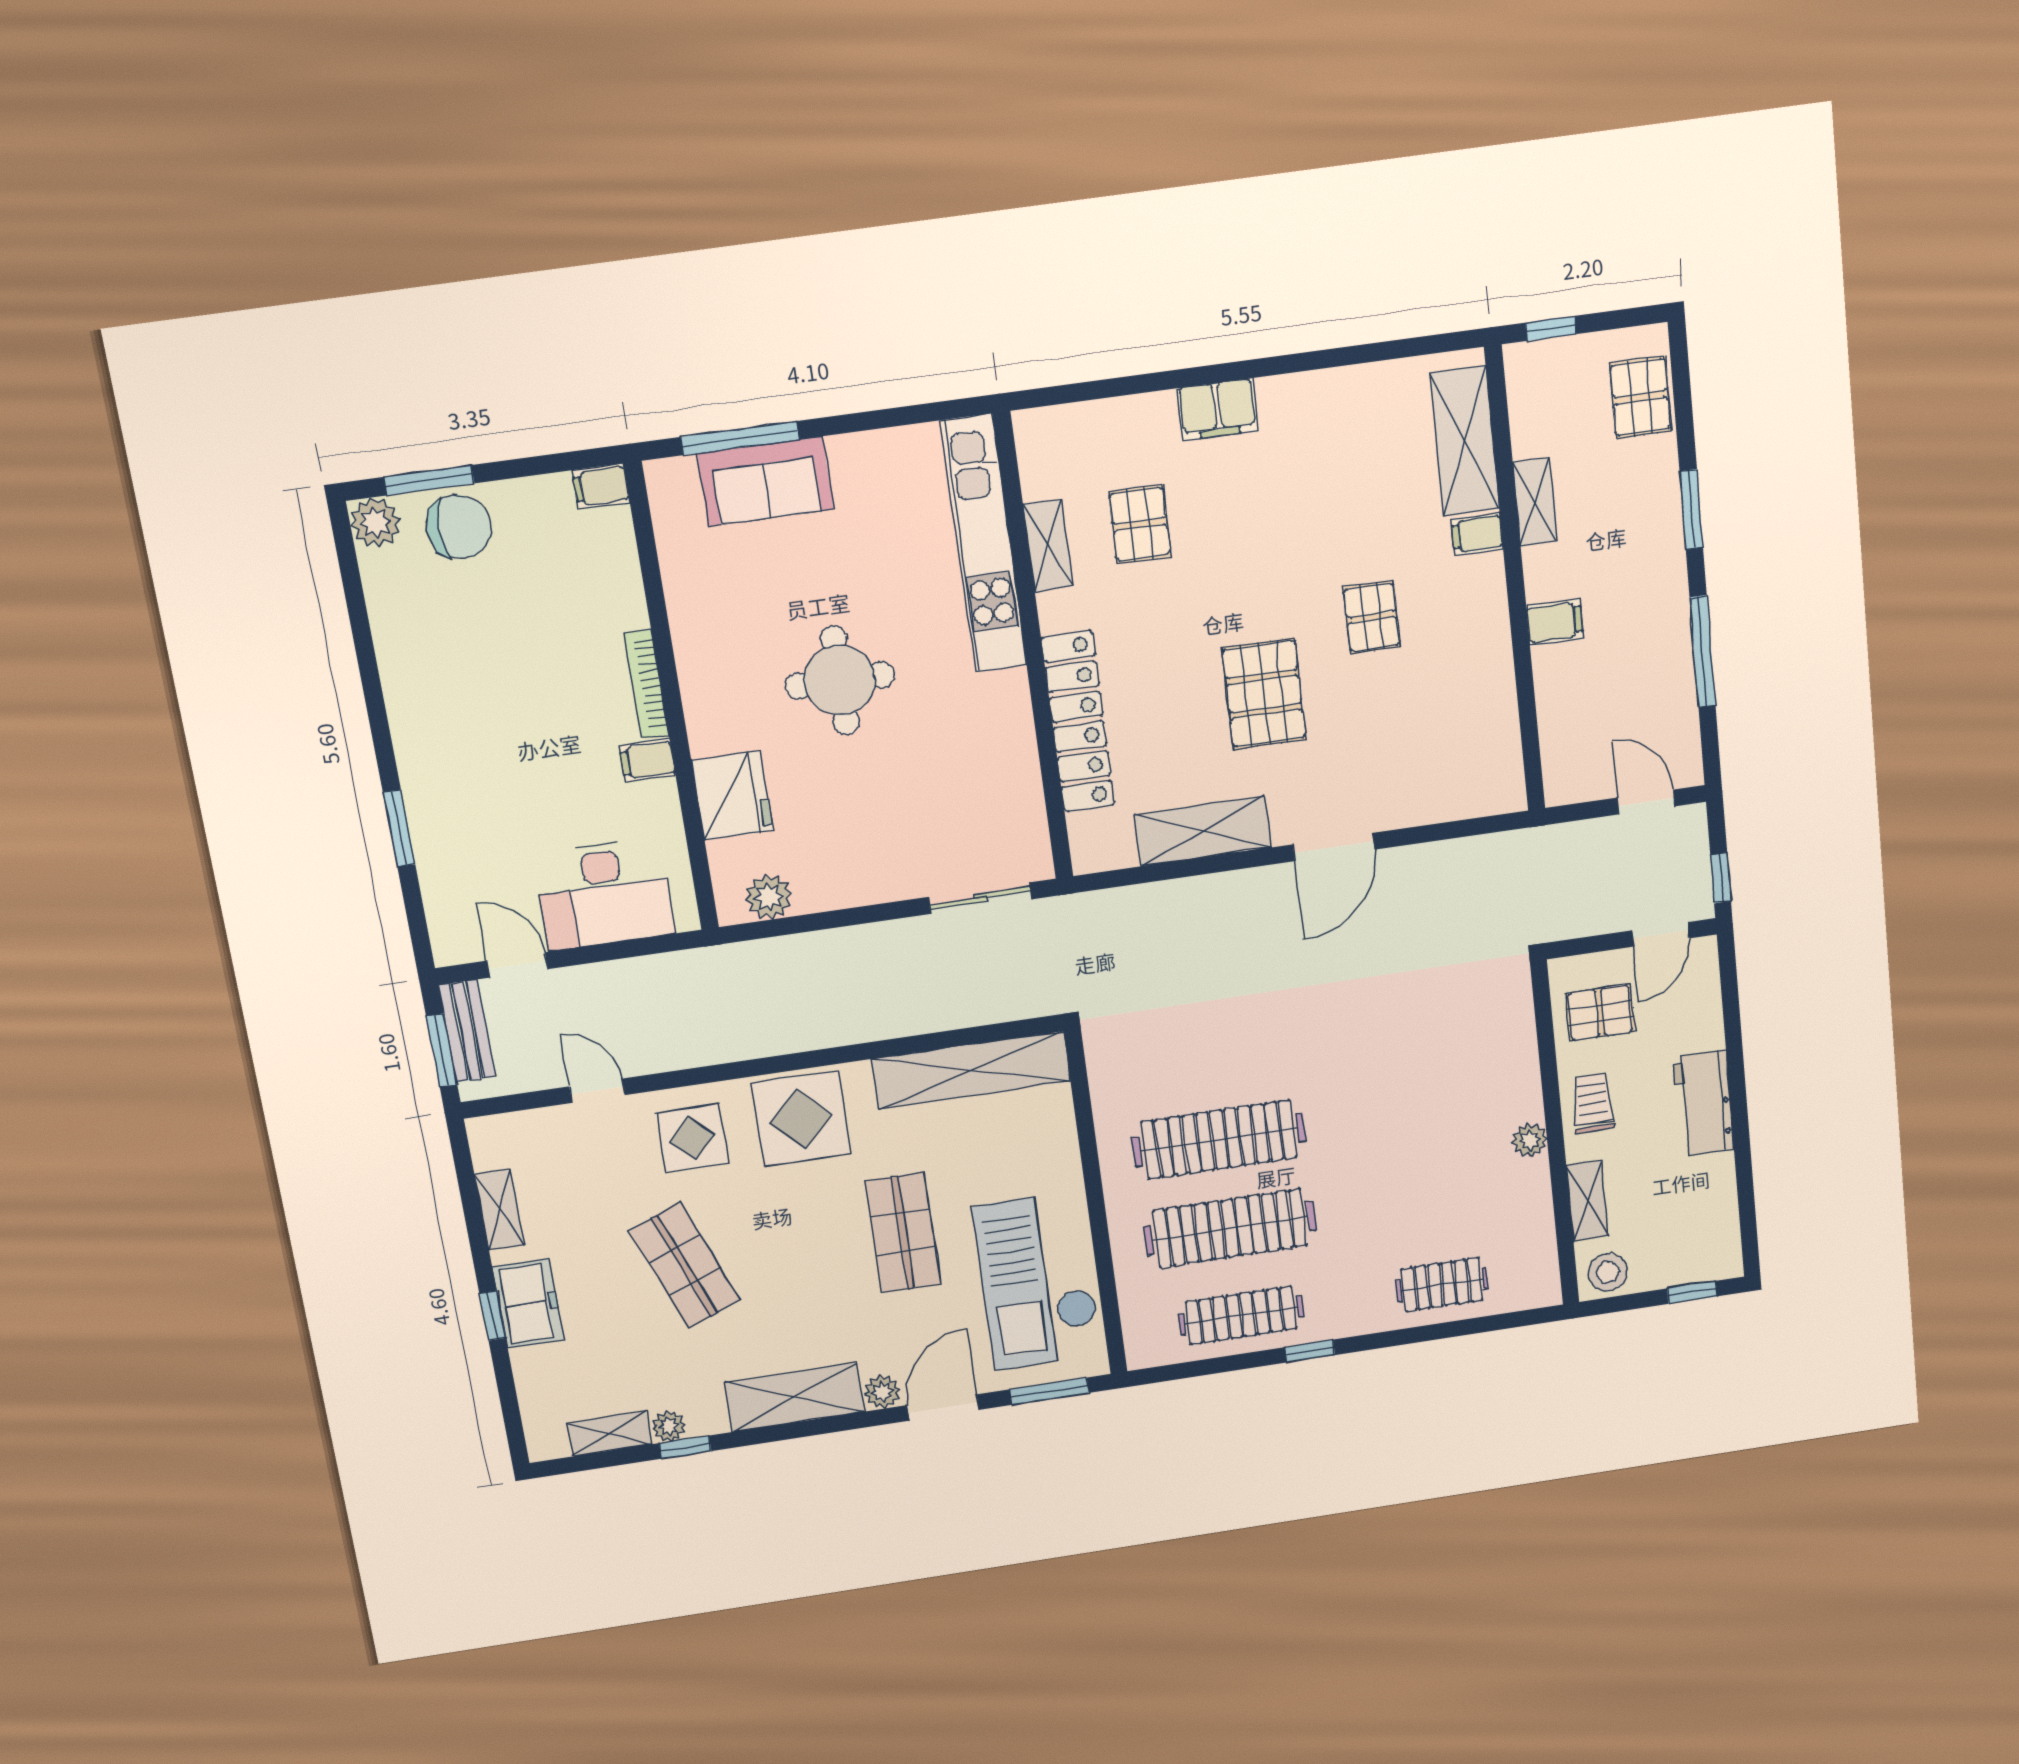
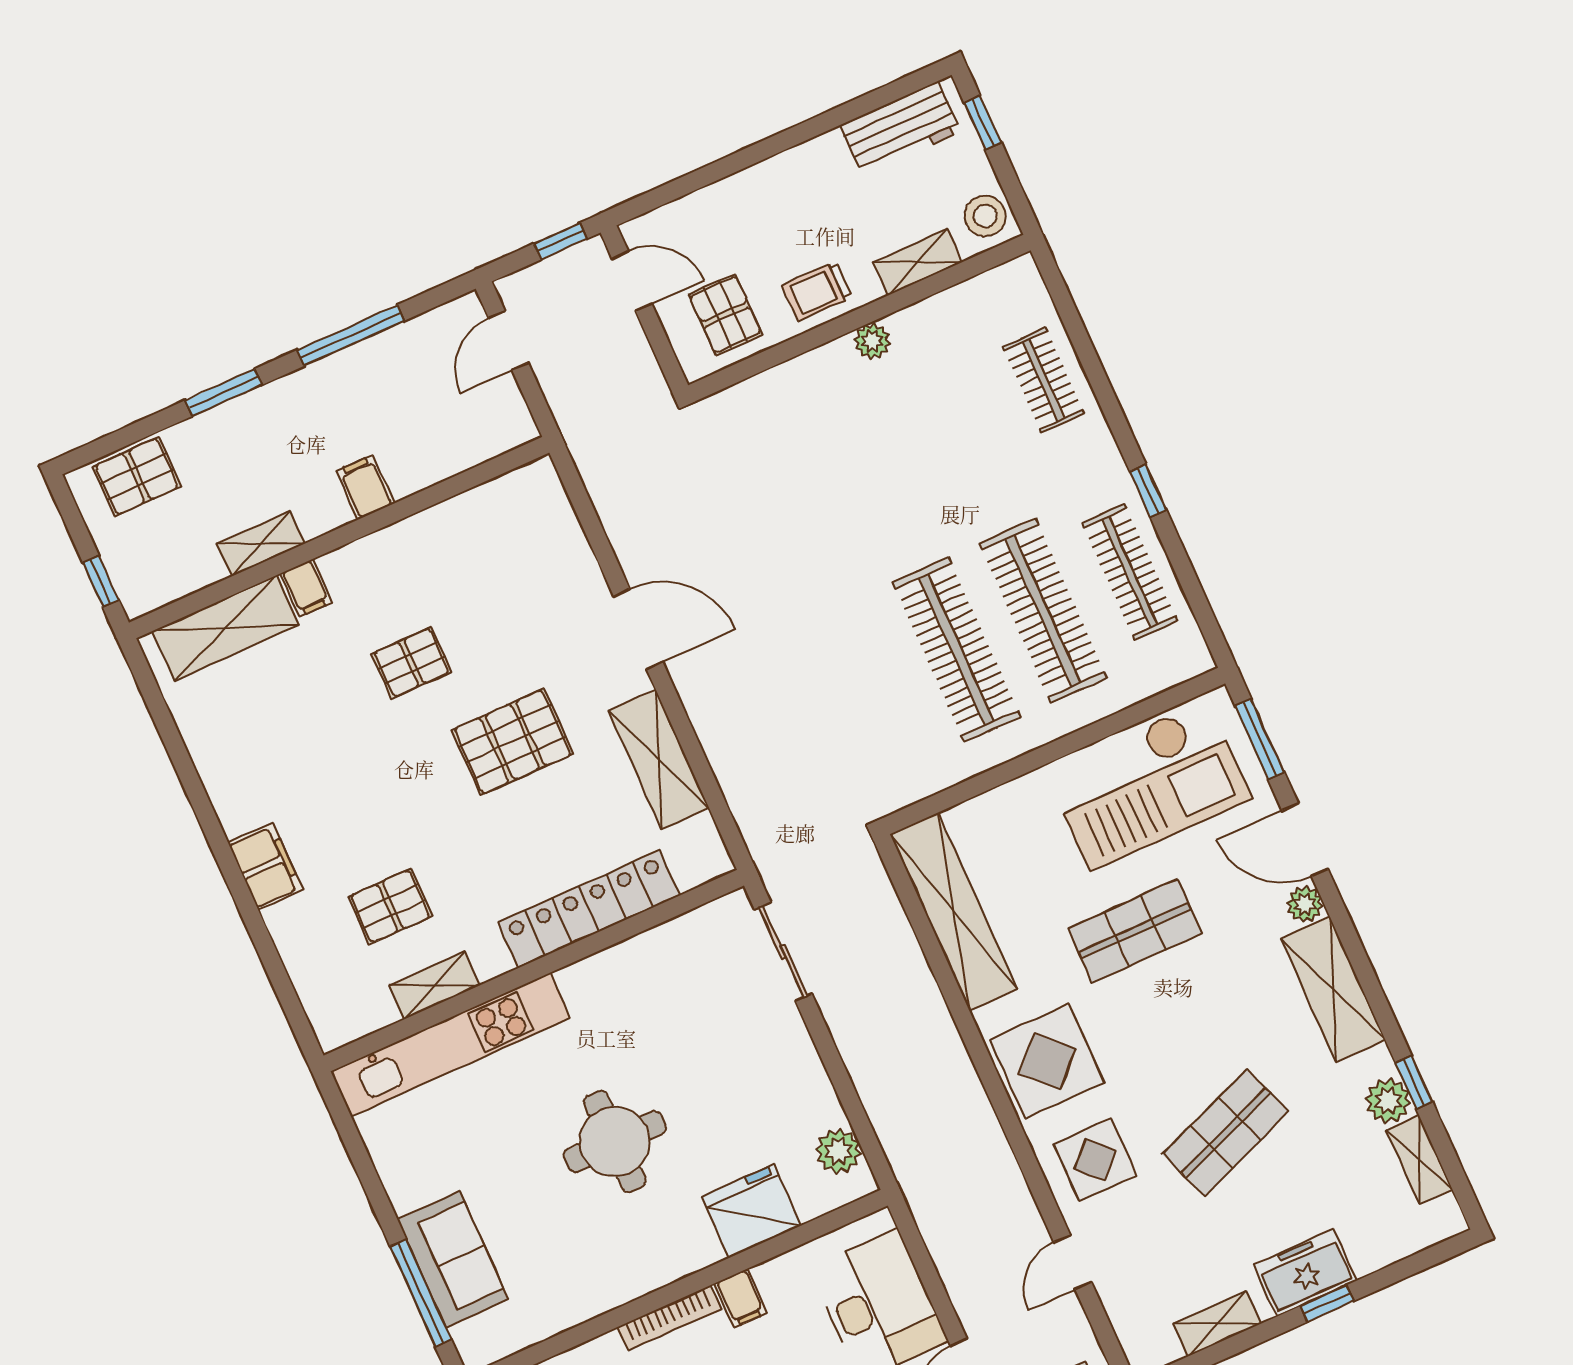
workbench: (1703, 1103) -> (900, 128), moved
plant: (669, 1426) -> (1388, 1101), width x1.38, depth x1.38

